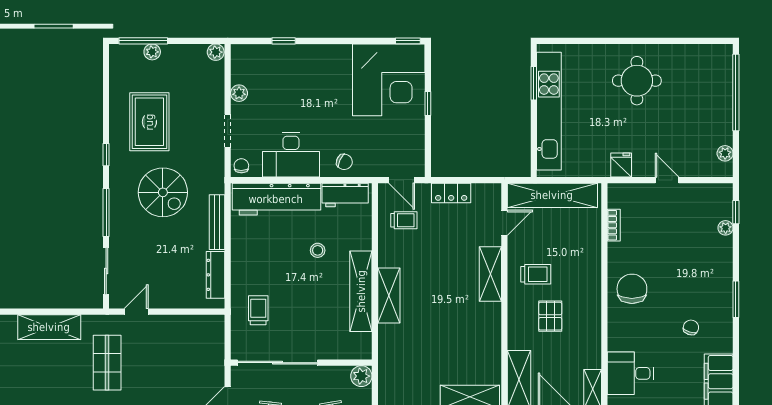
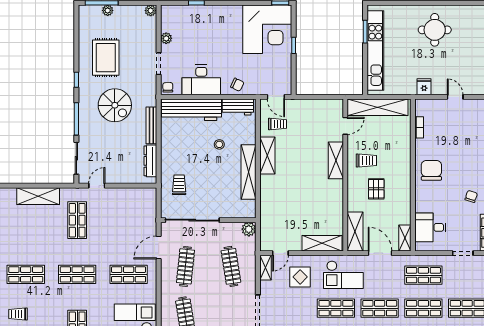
locker: (451, 193) -> (309, 106), removed
shelving: (389, 295) -> (267, 156), moved

